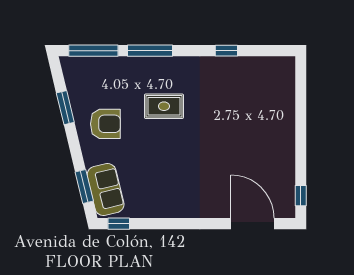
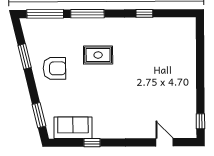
sofa: (106, 190) -> (73, 128), moved, turned -77
window: (119, 224) -> (92, 143), moved
door: (253, 224) -> (165, 142), width x0.53

